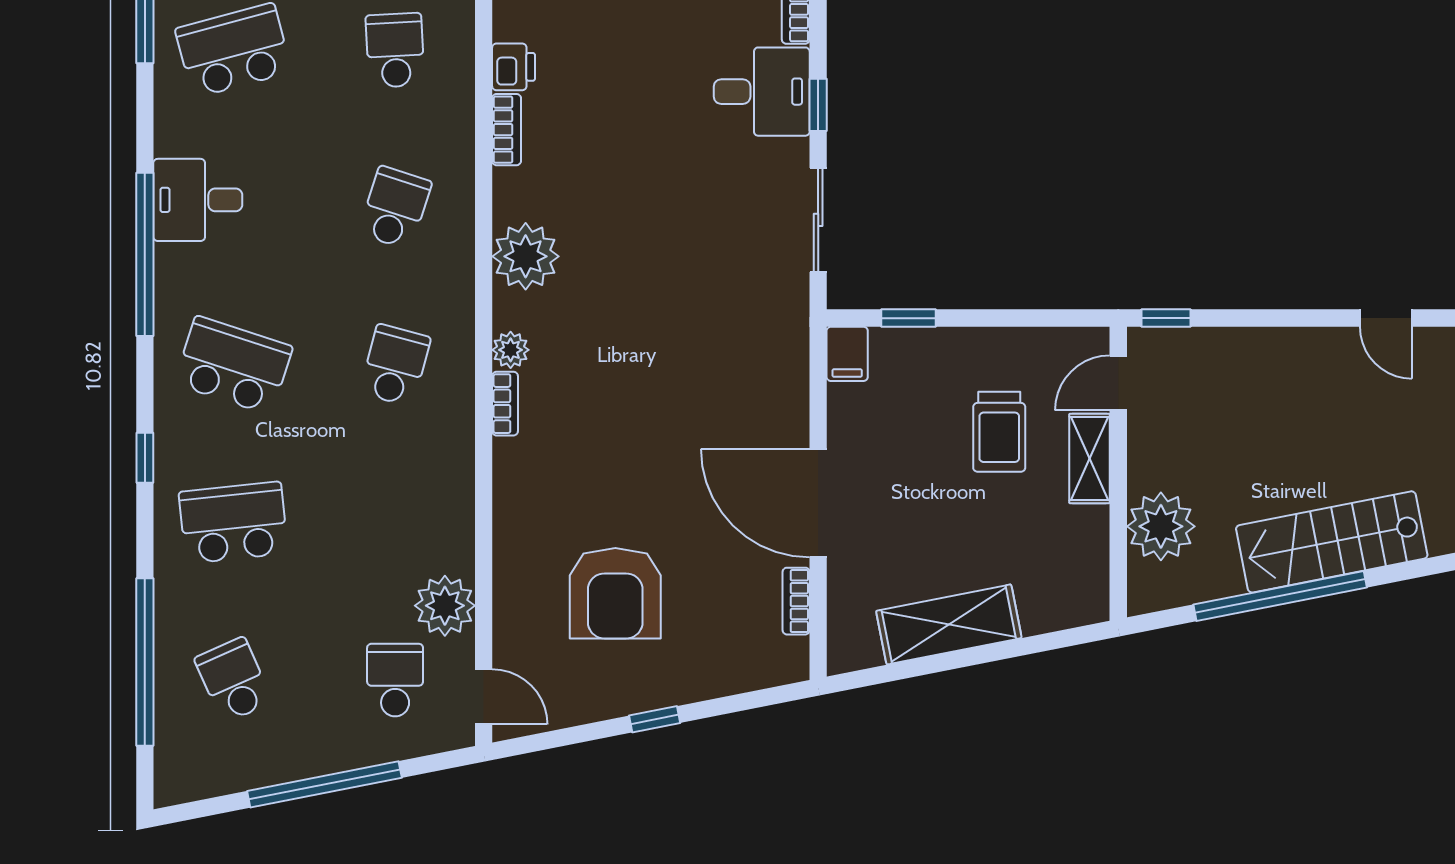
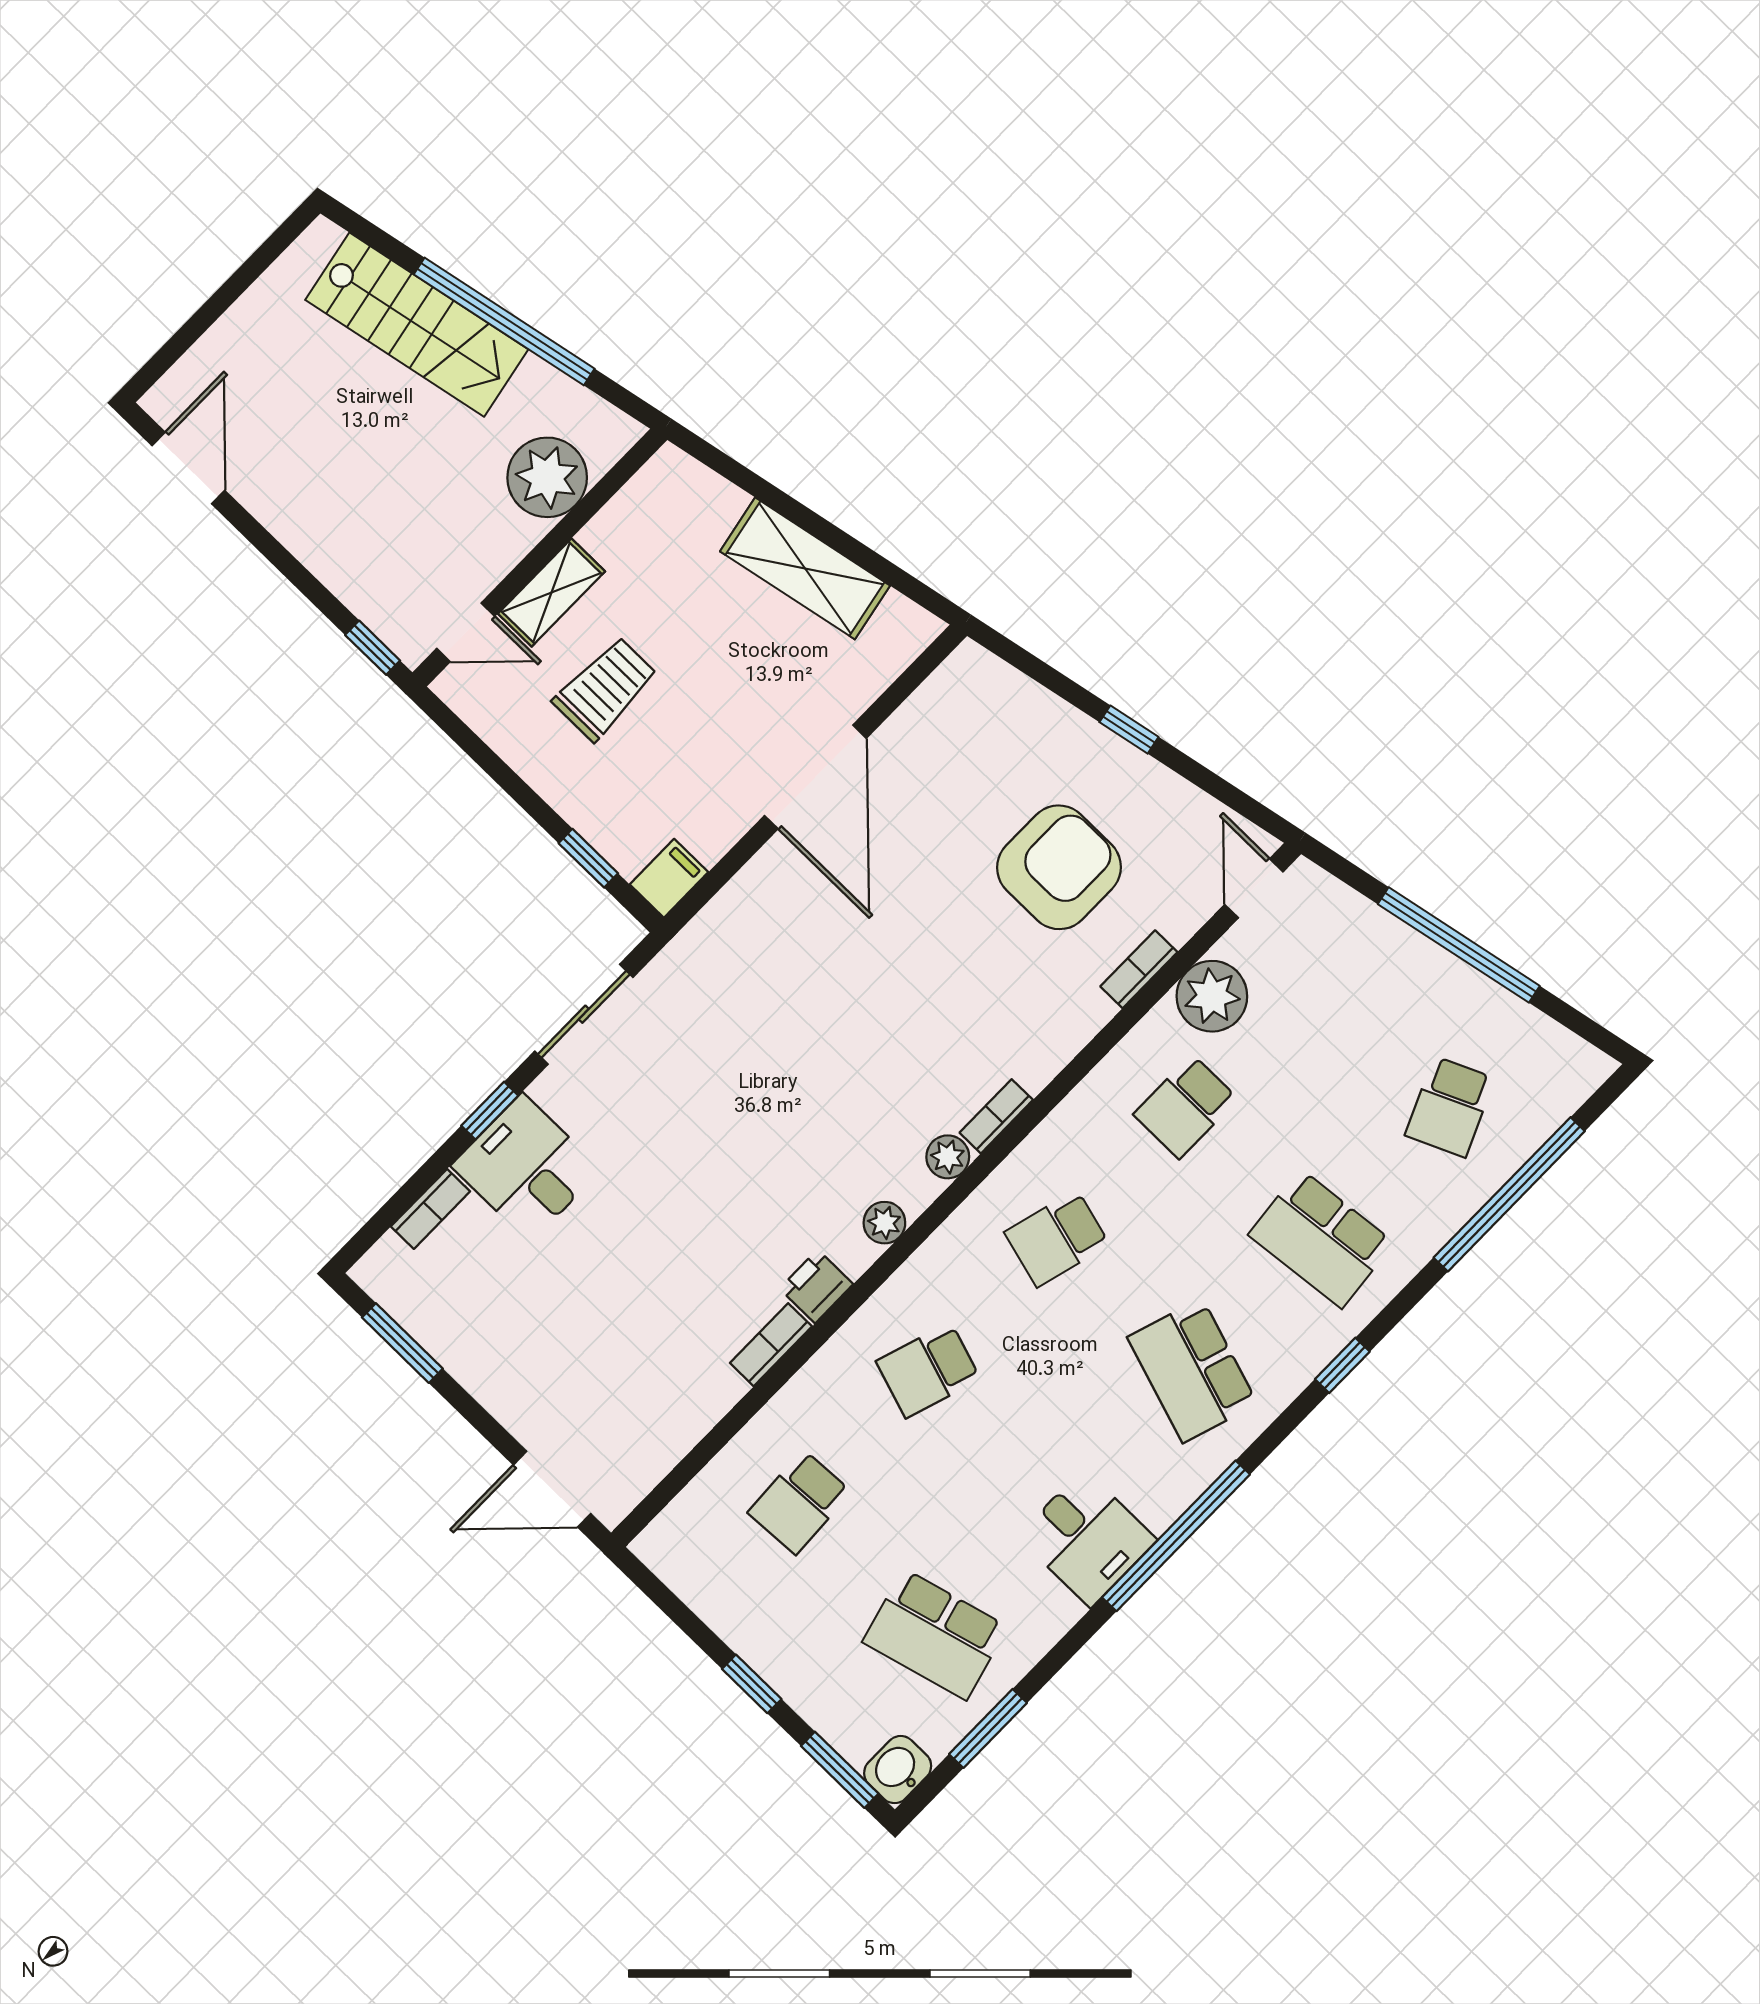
printer: (514, 67) -> (816, 1286), moved
plant: (526, 256) -> (884, 1223), width x0.53, depth x0.53
door: (1386, 318) -> (188, 468), width x1.38
bookcase: (796, 601) -> (1139, 969), moved, turned 180
school desk: (395, 680) -> (1186, 1107), moved

